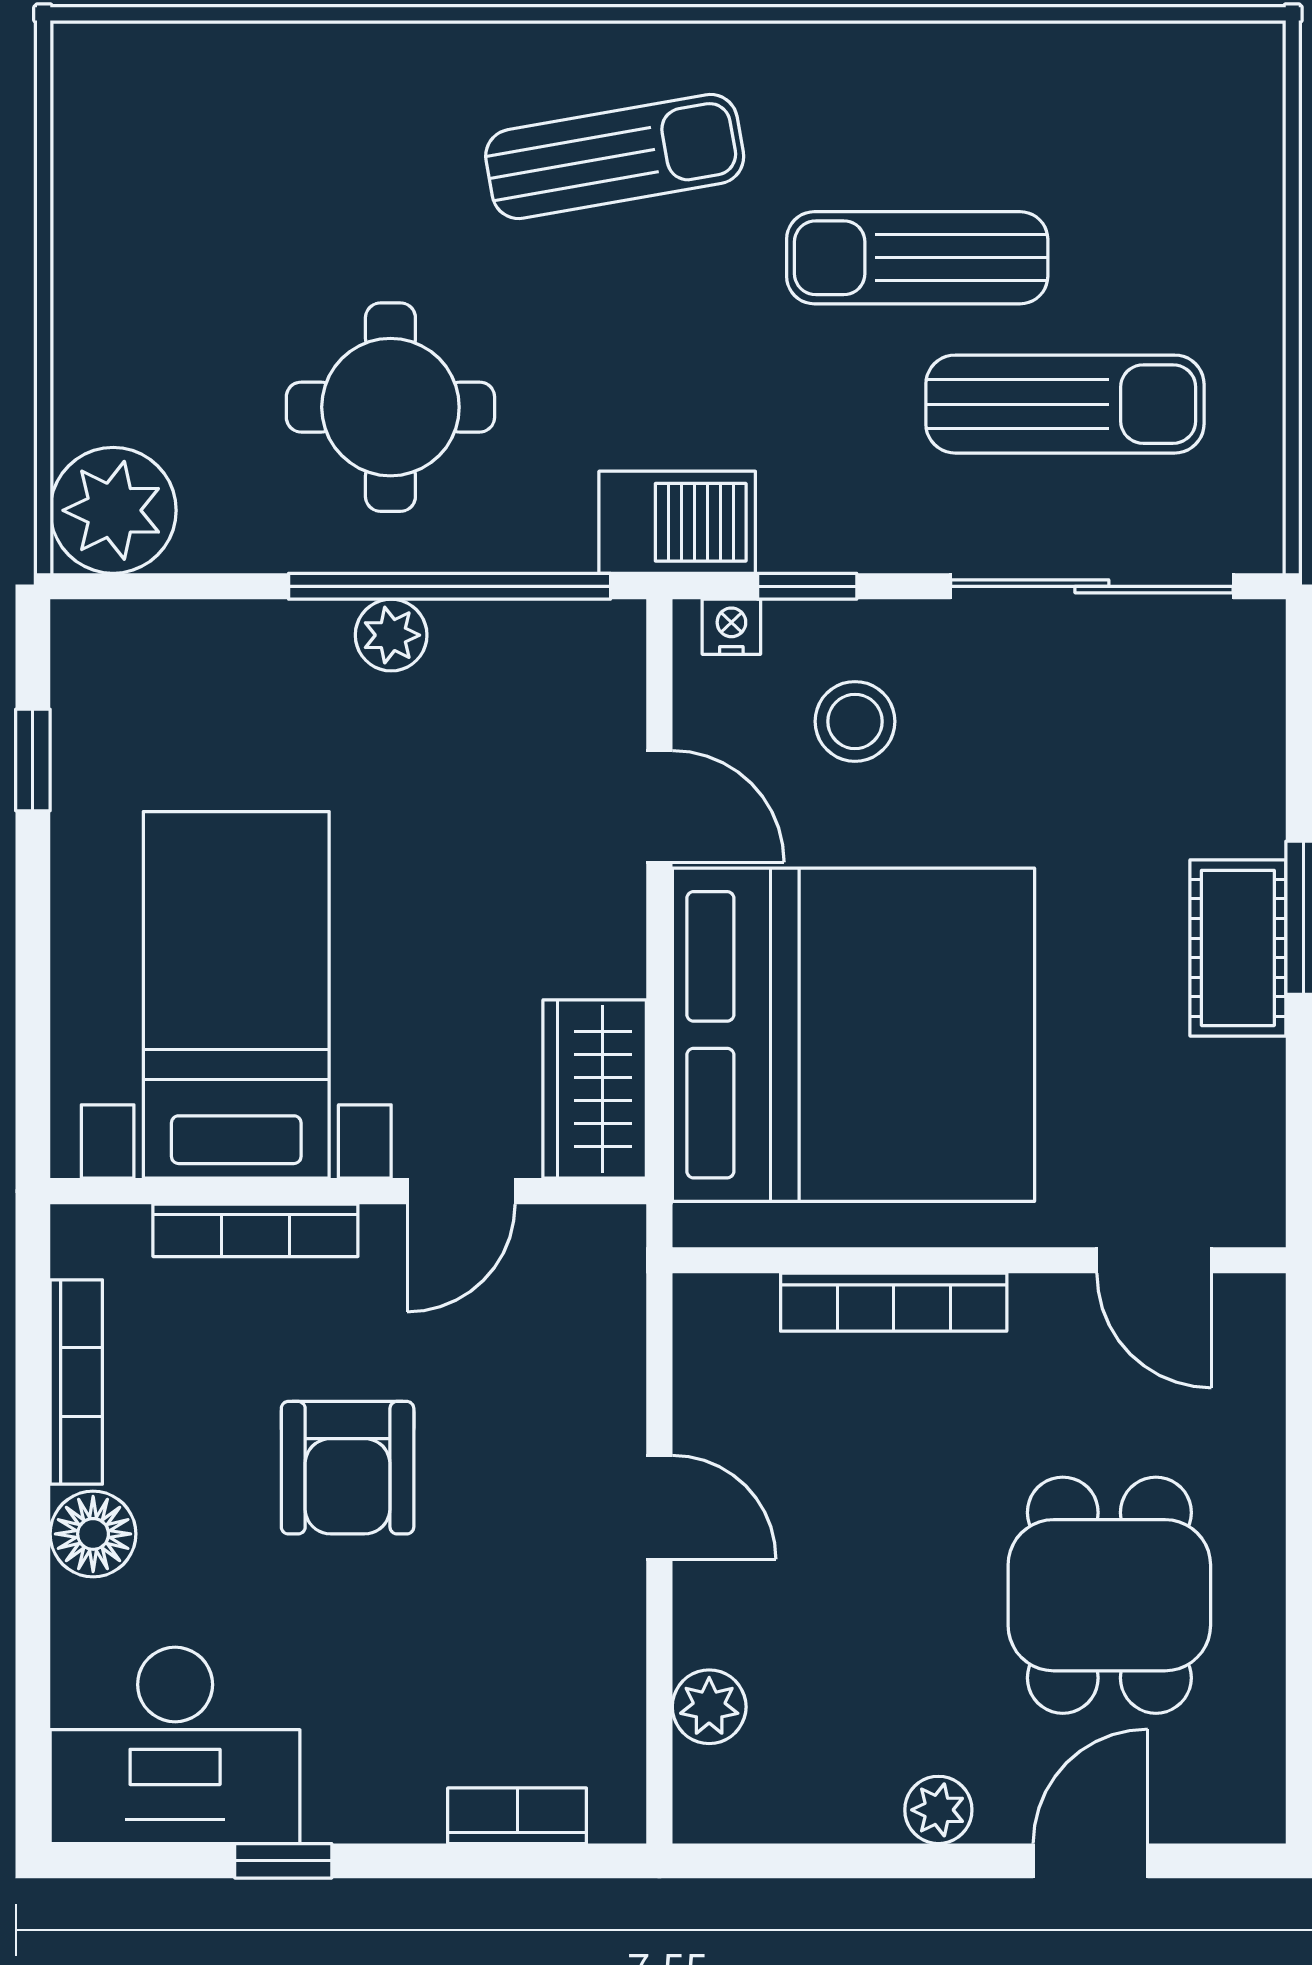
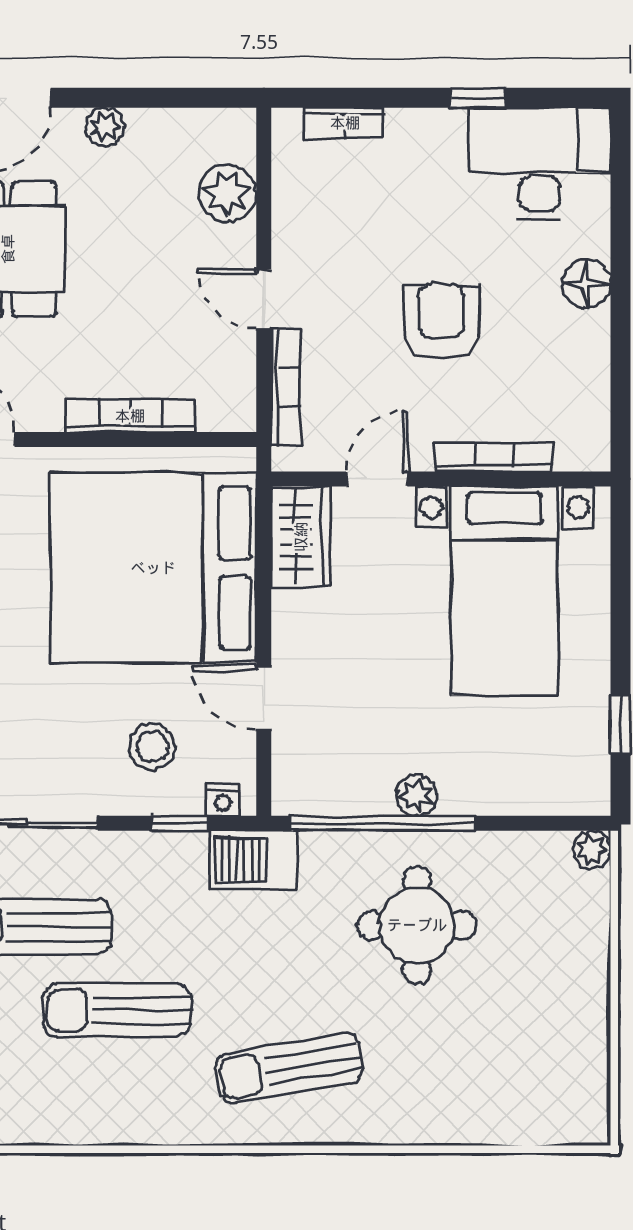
sun lounger: (917, 258) -> (117, 1010), turned 180
plant: (113, 510) -> (591, 850), width x0.53, depth x0.53
bookcase: (76, 1382) -> (286, 387), moved, turned 180
plant: (709, 1707) -> (228, 193), width x1.38, depth x1.38

